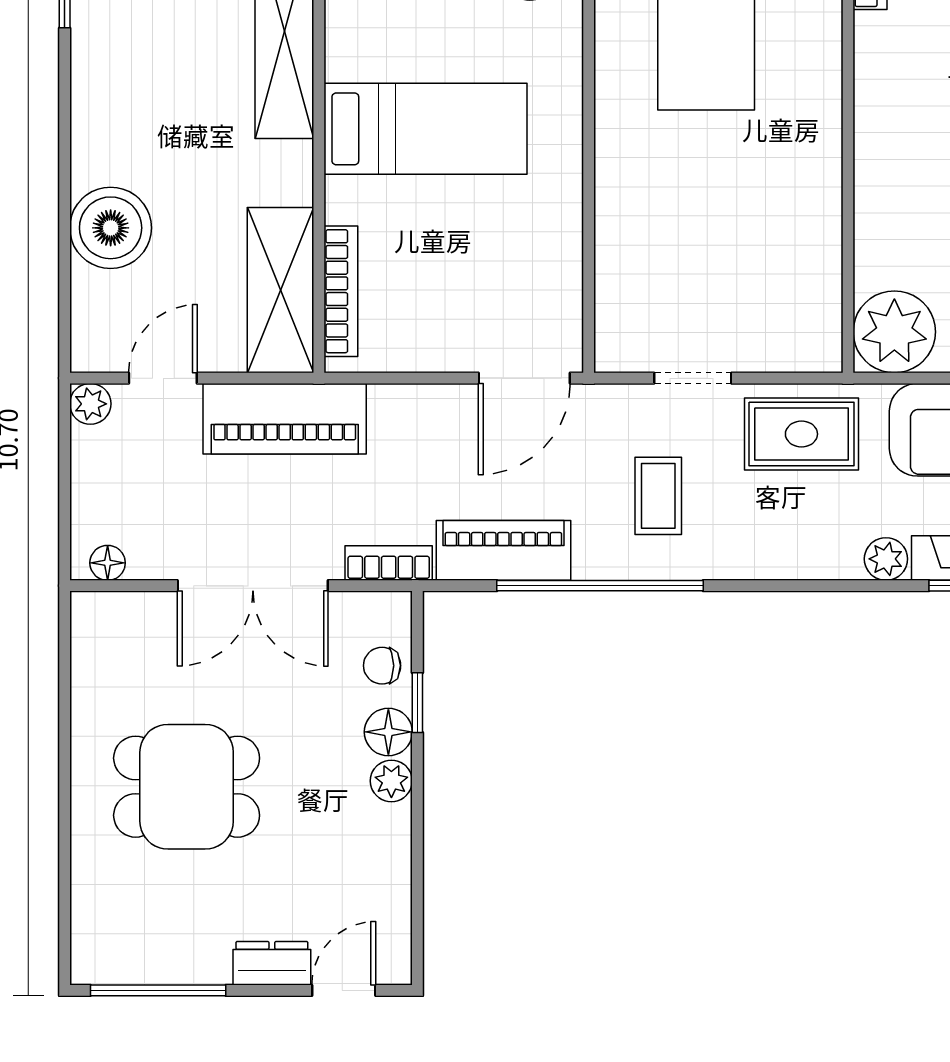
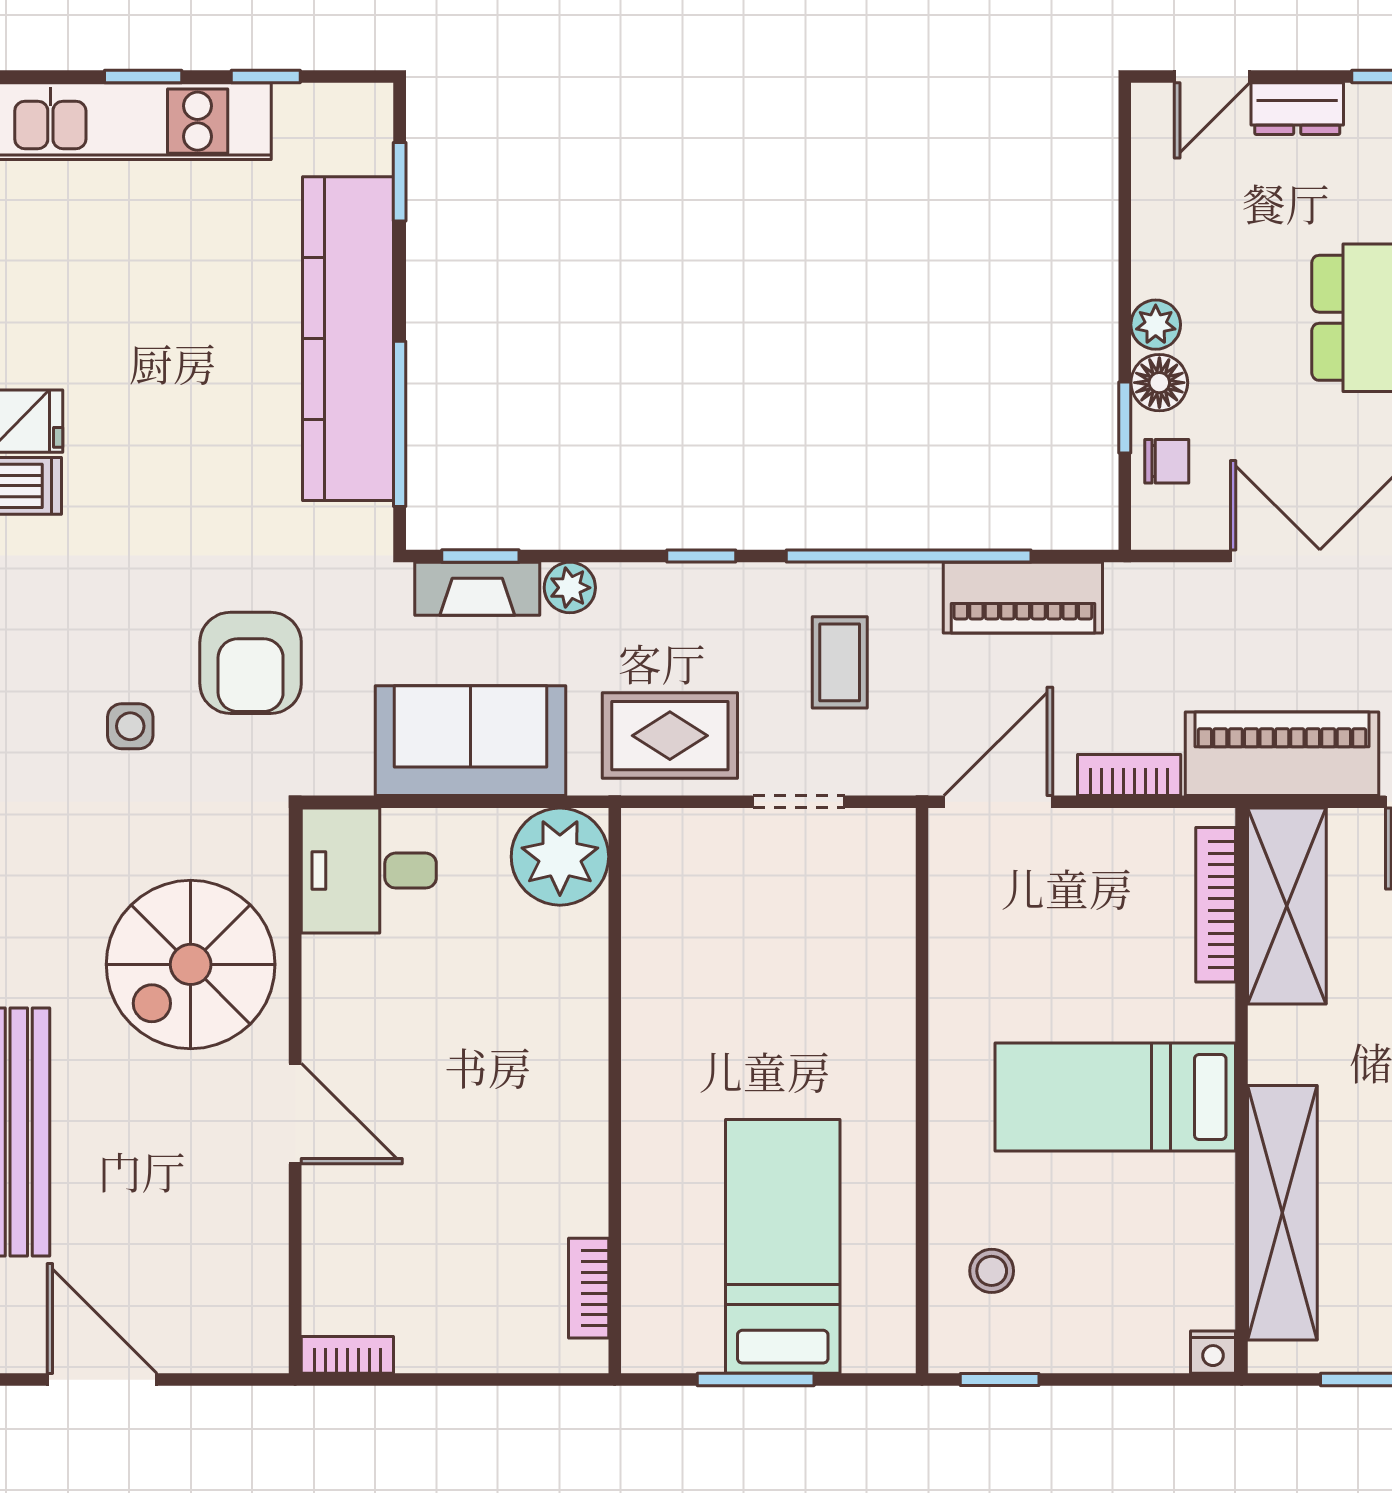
bookcase: (389, 563) -> (1129, 775), moved, turned 180
window: (775, 586) -> (701, 556), added

